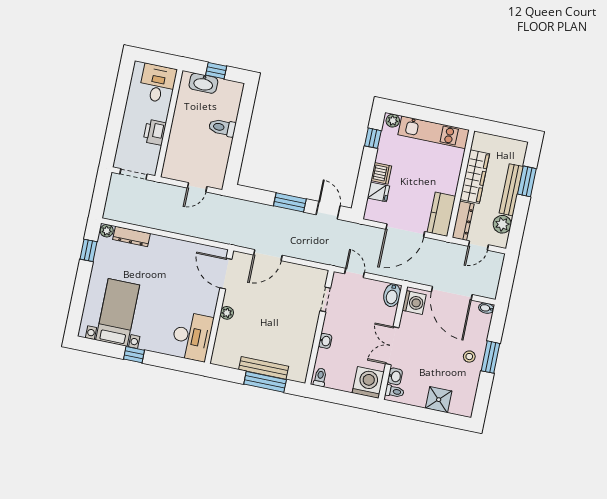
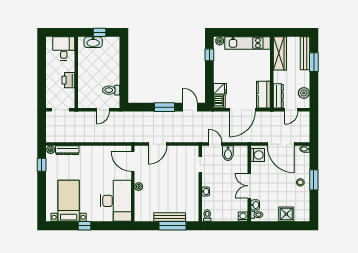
toilet: (222, 128) -> (111, 90), moved
dishwasher: (381, 173) -> (219, 101), moved
wardrobe: (475, 177) -> (280, 53), moved
bench: (511, 190) -> (305, 53), moved
bidet: (392, 295) -> (228, 153), moved
desk: (192, 336) -> (116, 201), width x1.36, depth x1.30
washing machine: (368, 383) -> (243, 217), width x0.53, depth x0.53

